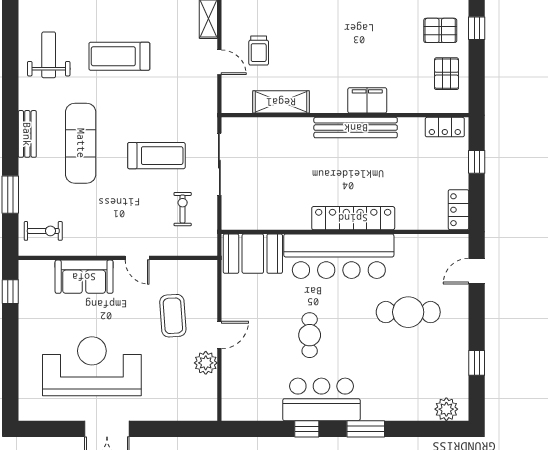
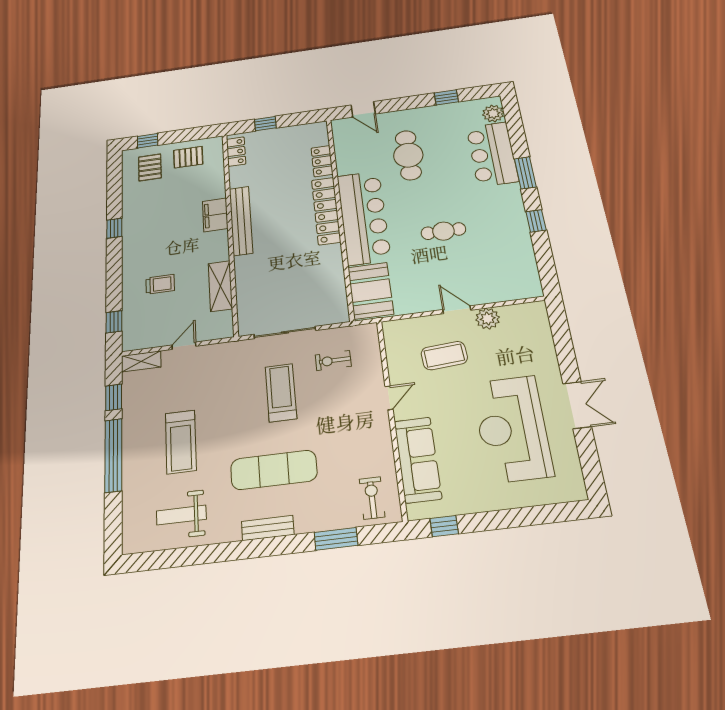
trolley: (259, 51) -> (160, 284), moved
locker: (458, 210) -> (322, 161), moved, turned 90
sofa: (84, 277) -> (418, 460), width x1.36
bar counter: (321, 399) -> (492, 154), moved

